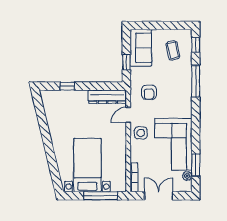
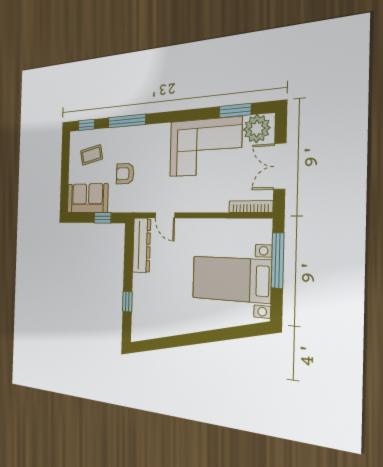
armchair: (149, 92) -> (125, 174), moved, turned 180
side table: (141, 133) -> (189, 197), removed
plant: (187, 176) -> (257, 129), width x1.88, depth x1.88

